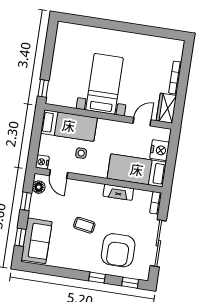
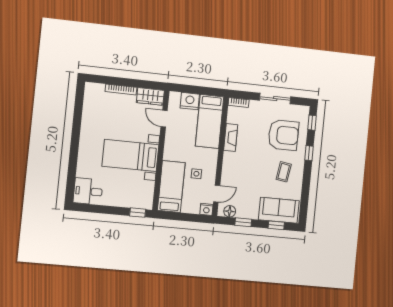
desk: (69, 37) -> (88, 191), added
coffee table: (84, 225) -> (284, 172), moved
sliding door: (158, 243) -> (275, 99), width x0.73

